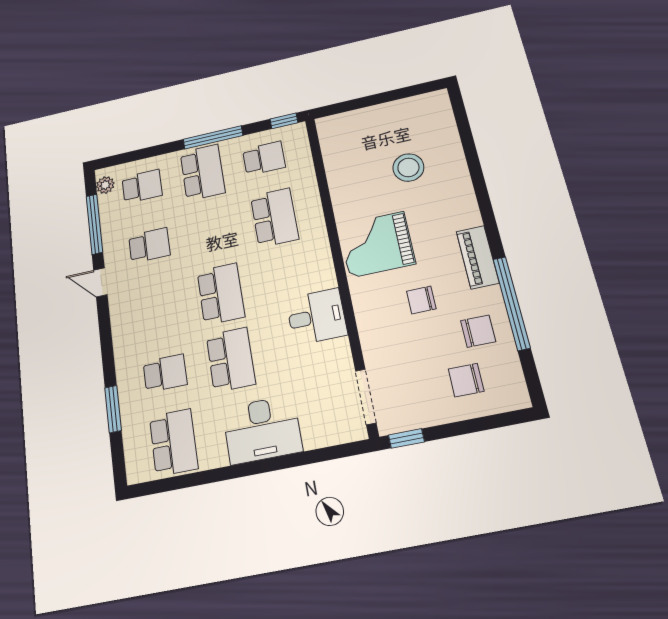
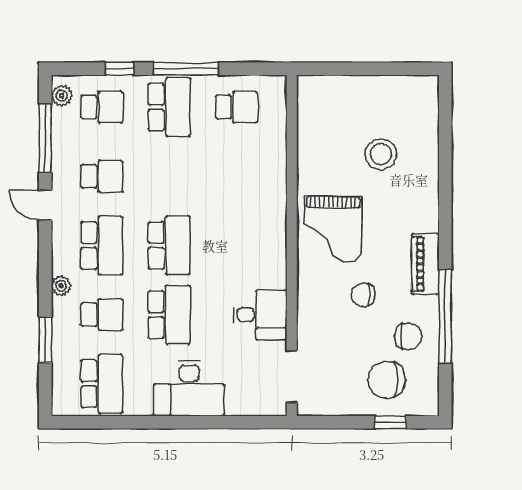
window: (284, 121) -> (119, 69), moved
school desk: (274, 218) -> (102, 245), moved
grand piano: (377, 244) -> (333, 229), turned -89
desk: (316, 317) -> (260, 315), moved
plant: (123, 353) -> (61, 286), added
chair: (466, 380) -> (386, 380), width x1.37, depth x1.37
window: (406, 438) -> (390, 422), moved

